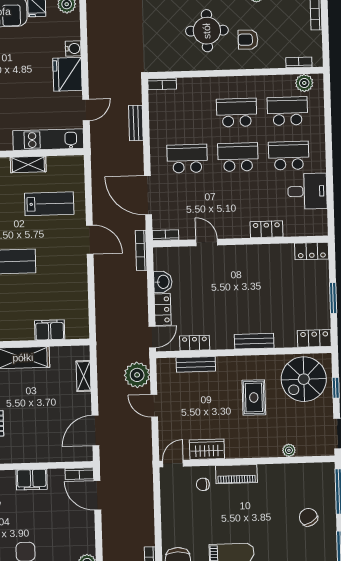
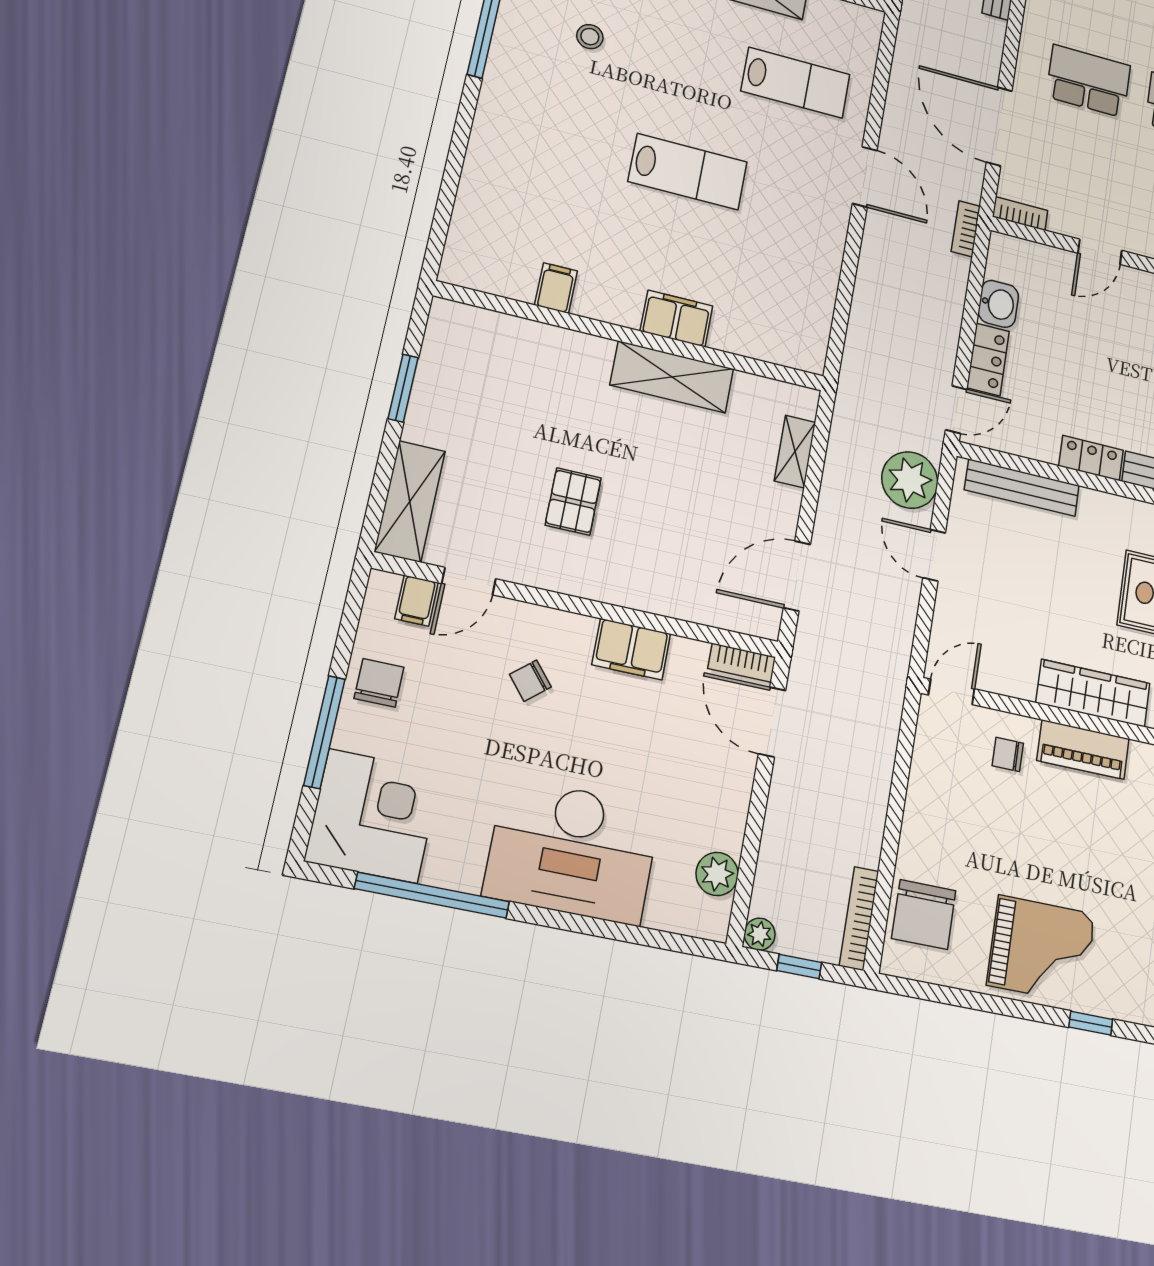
door: (207, 242) -> (1100, 252), swing flipped
bookcase: (141, 250) -> (966, 229), width x0.64
filing cabinet: (50, 330) -> (676, 318), moved
locker: (195, 343) -> (1091, 458), moved
bench: (196, 364) -> (1022, 488), width x1.36
wardrobe: (207, 449) -> (1093, 693), moved, width x1.50

